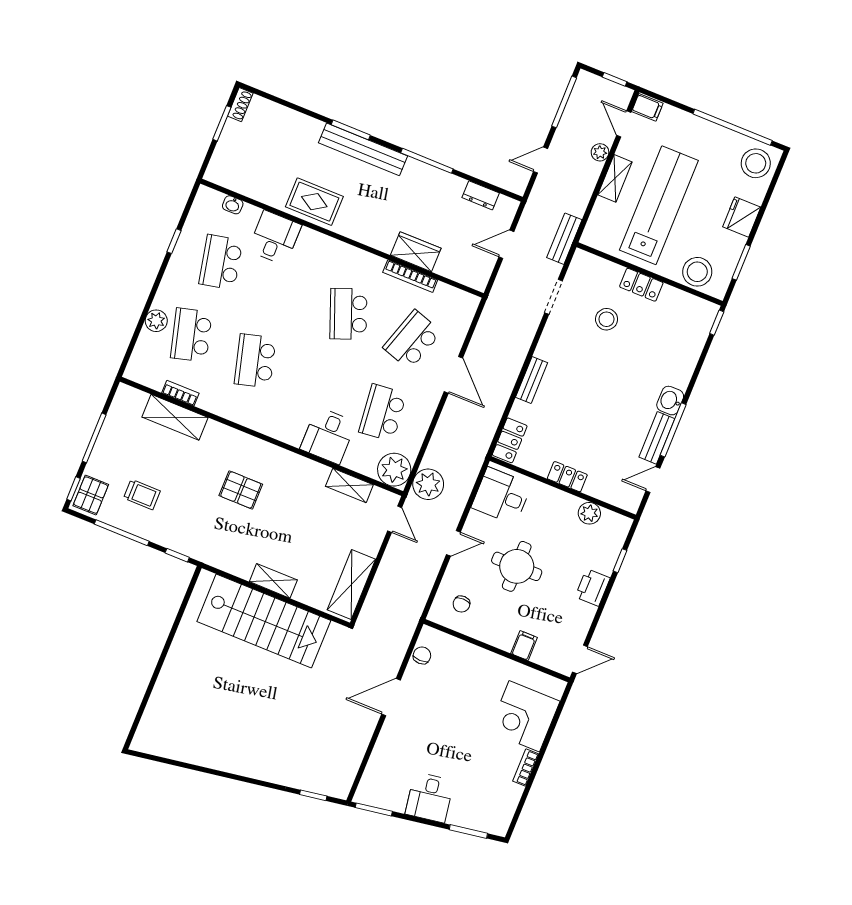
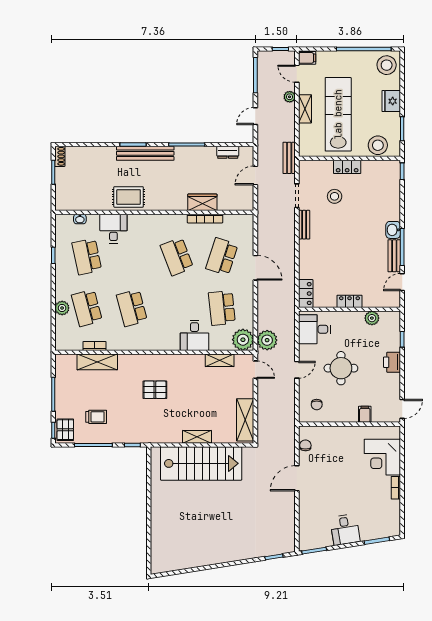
bench: (532, 380) -> (304, 225), moved

